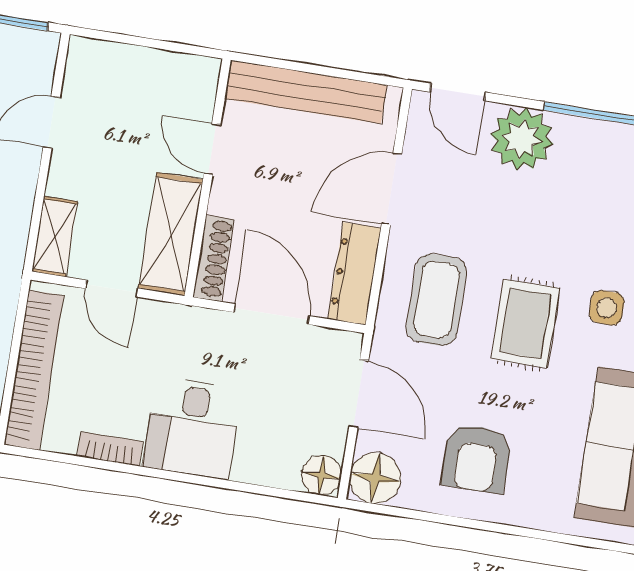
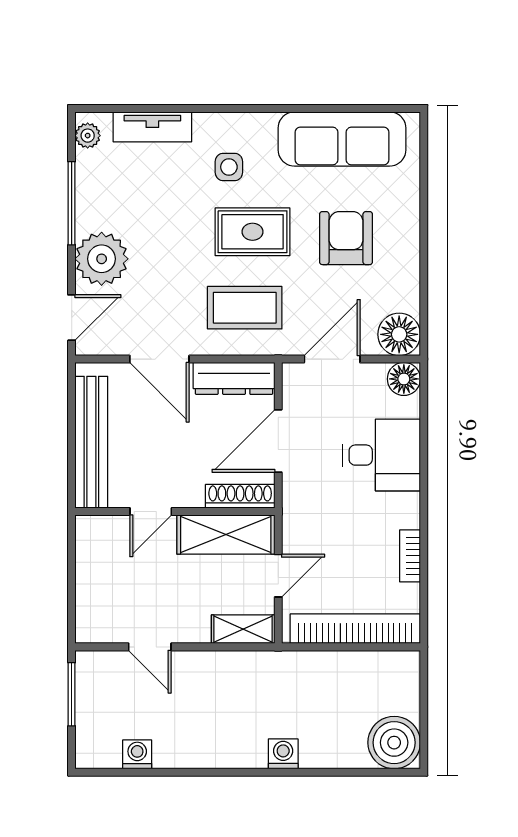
desk: (192, 427) -> (382, 455), moved
armchair: (477, 458) -> (346, 238), moved, turned -90

